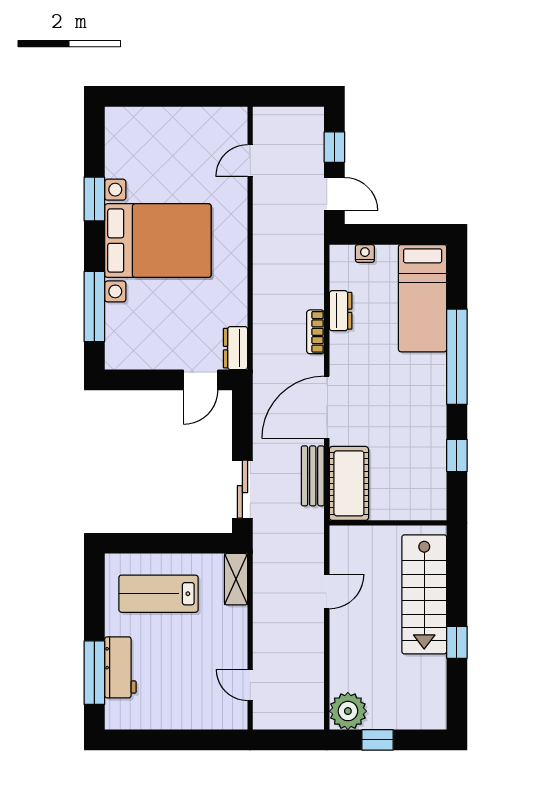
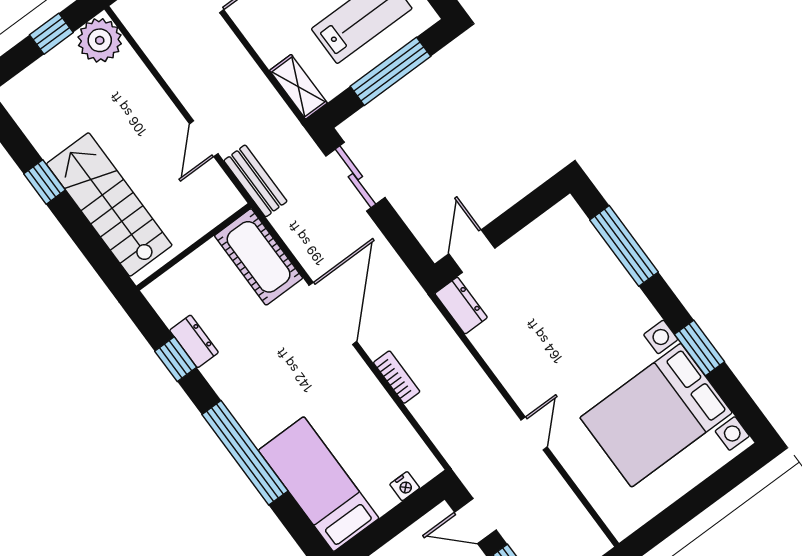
door: (250, 160) -> (534, 433), moved
bed with nightstands: (158, 241) -> (656, 415), moved
dresser: (341, 311) -> (194, 341), moved, turned 180
bench: (313, 476) -> (255, 181), moved
window: (165, 543) -> (390, 71), added

